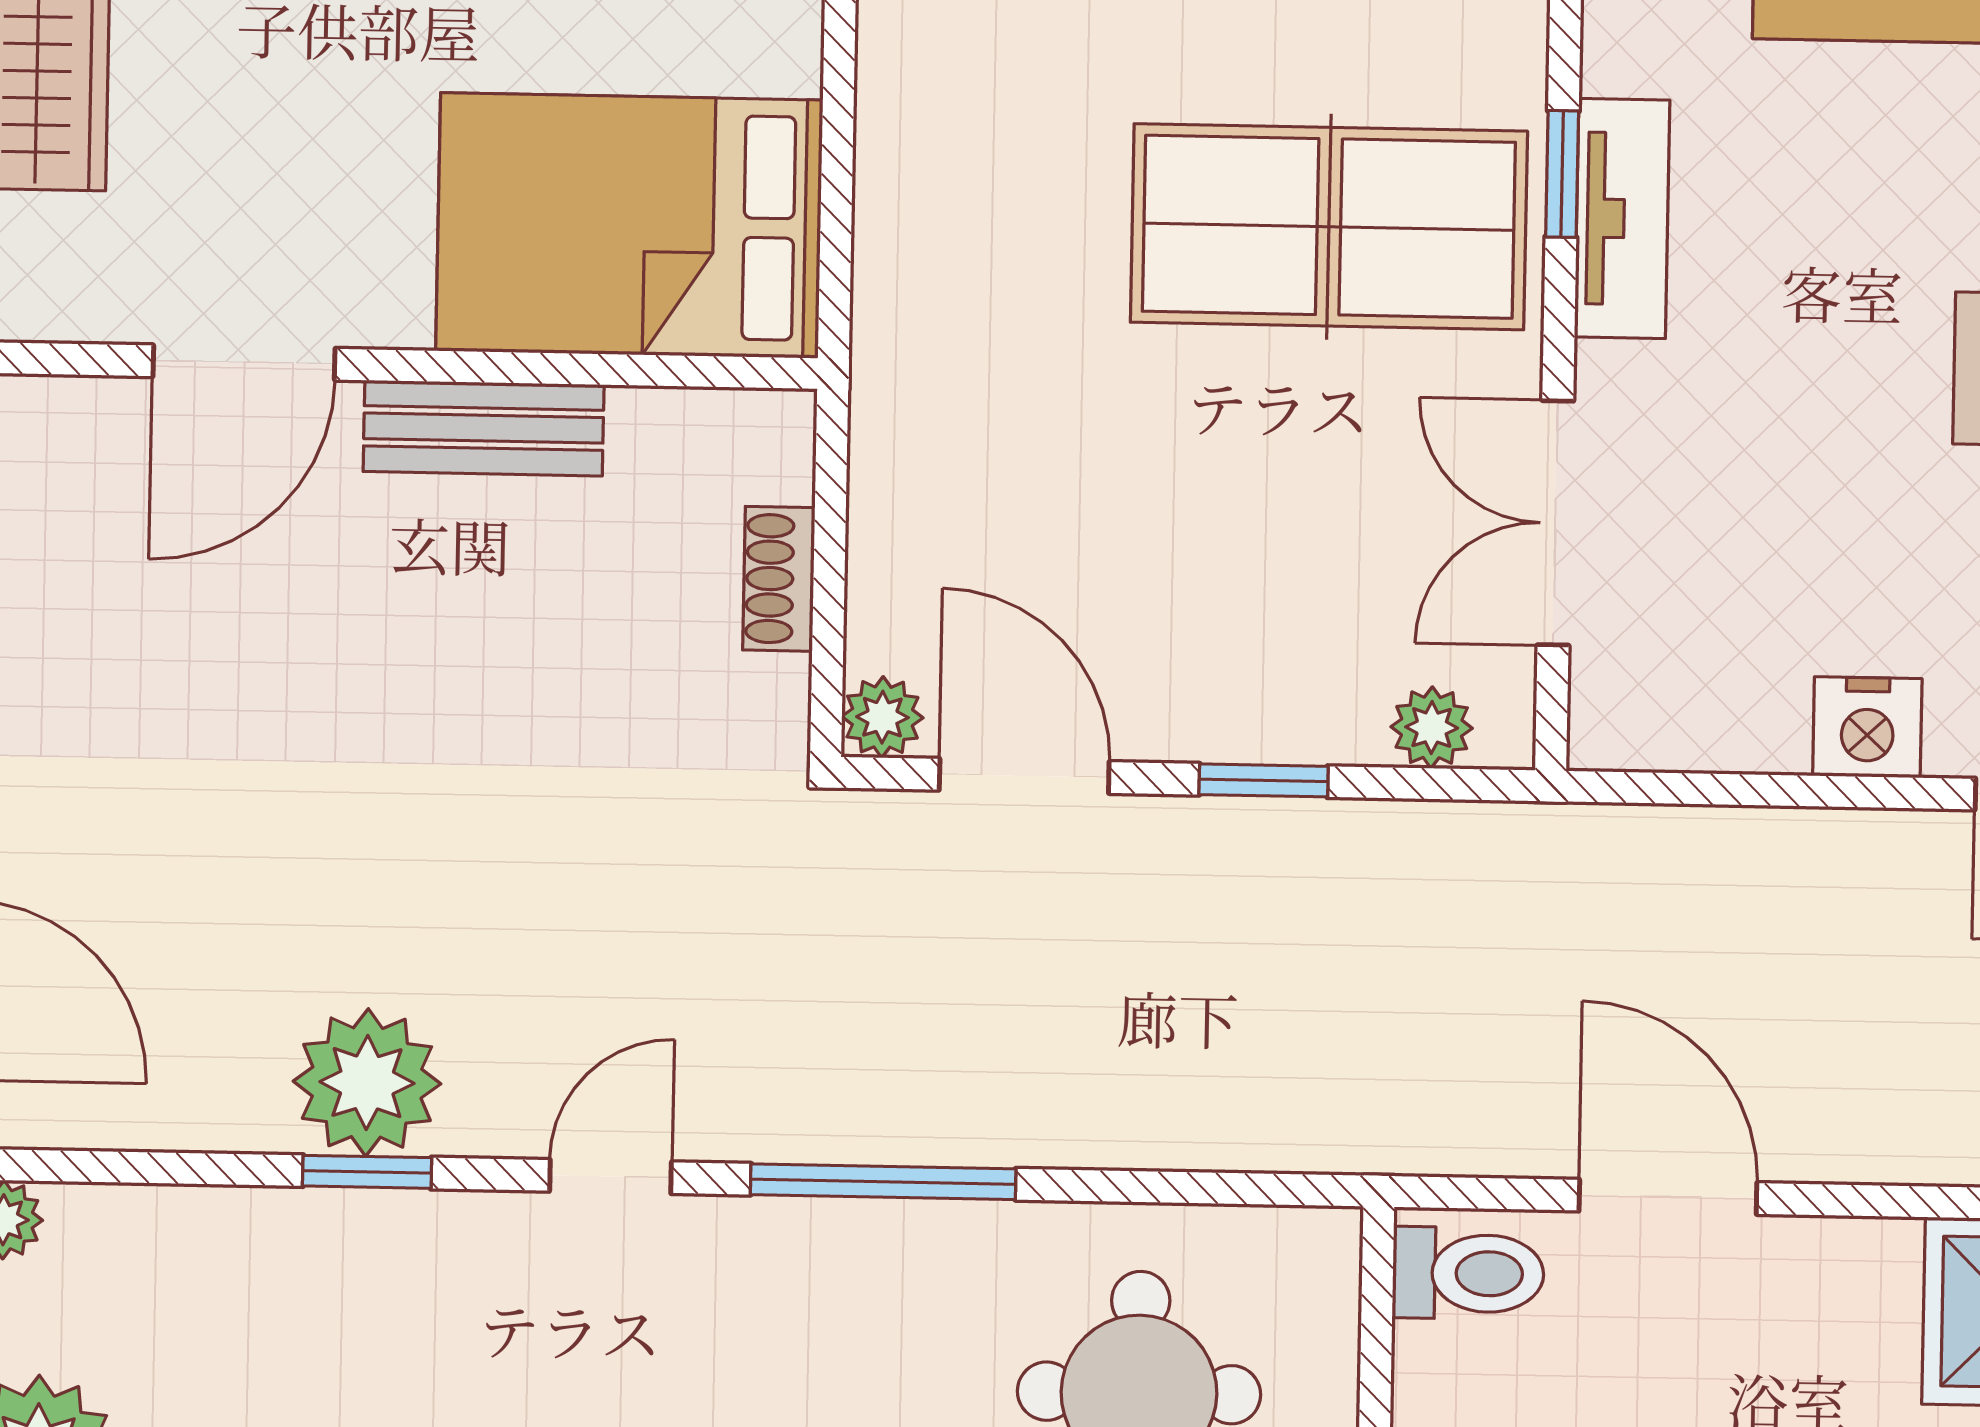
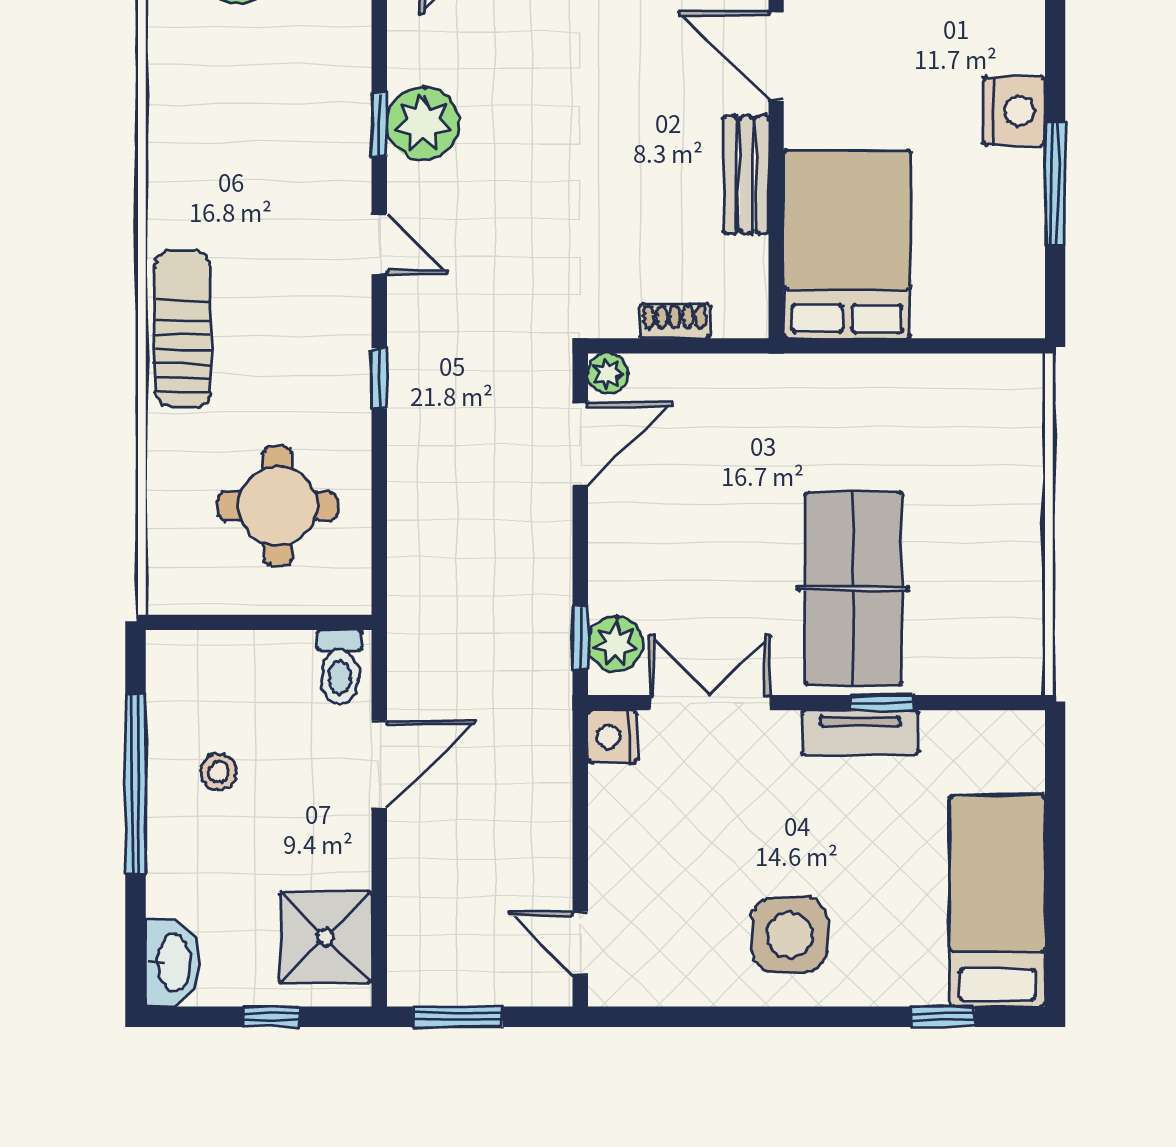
plant: (1432, 727) -> (615, 644), width x1.38, depth x1.38
nightstand: (1867, 727) -> (612, 737), moved
window: (1264, 780) -> (580, 638), moved
window: (883, 1182) -> (379, 378), width x0.46

